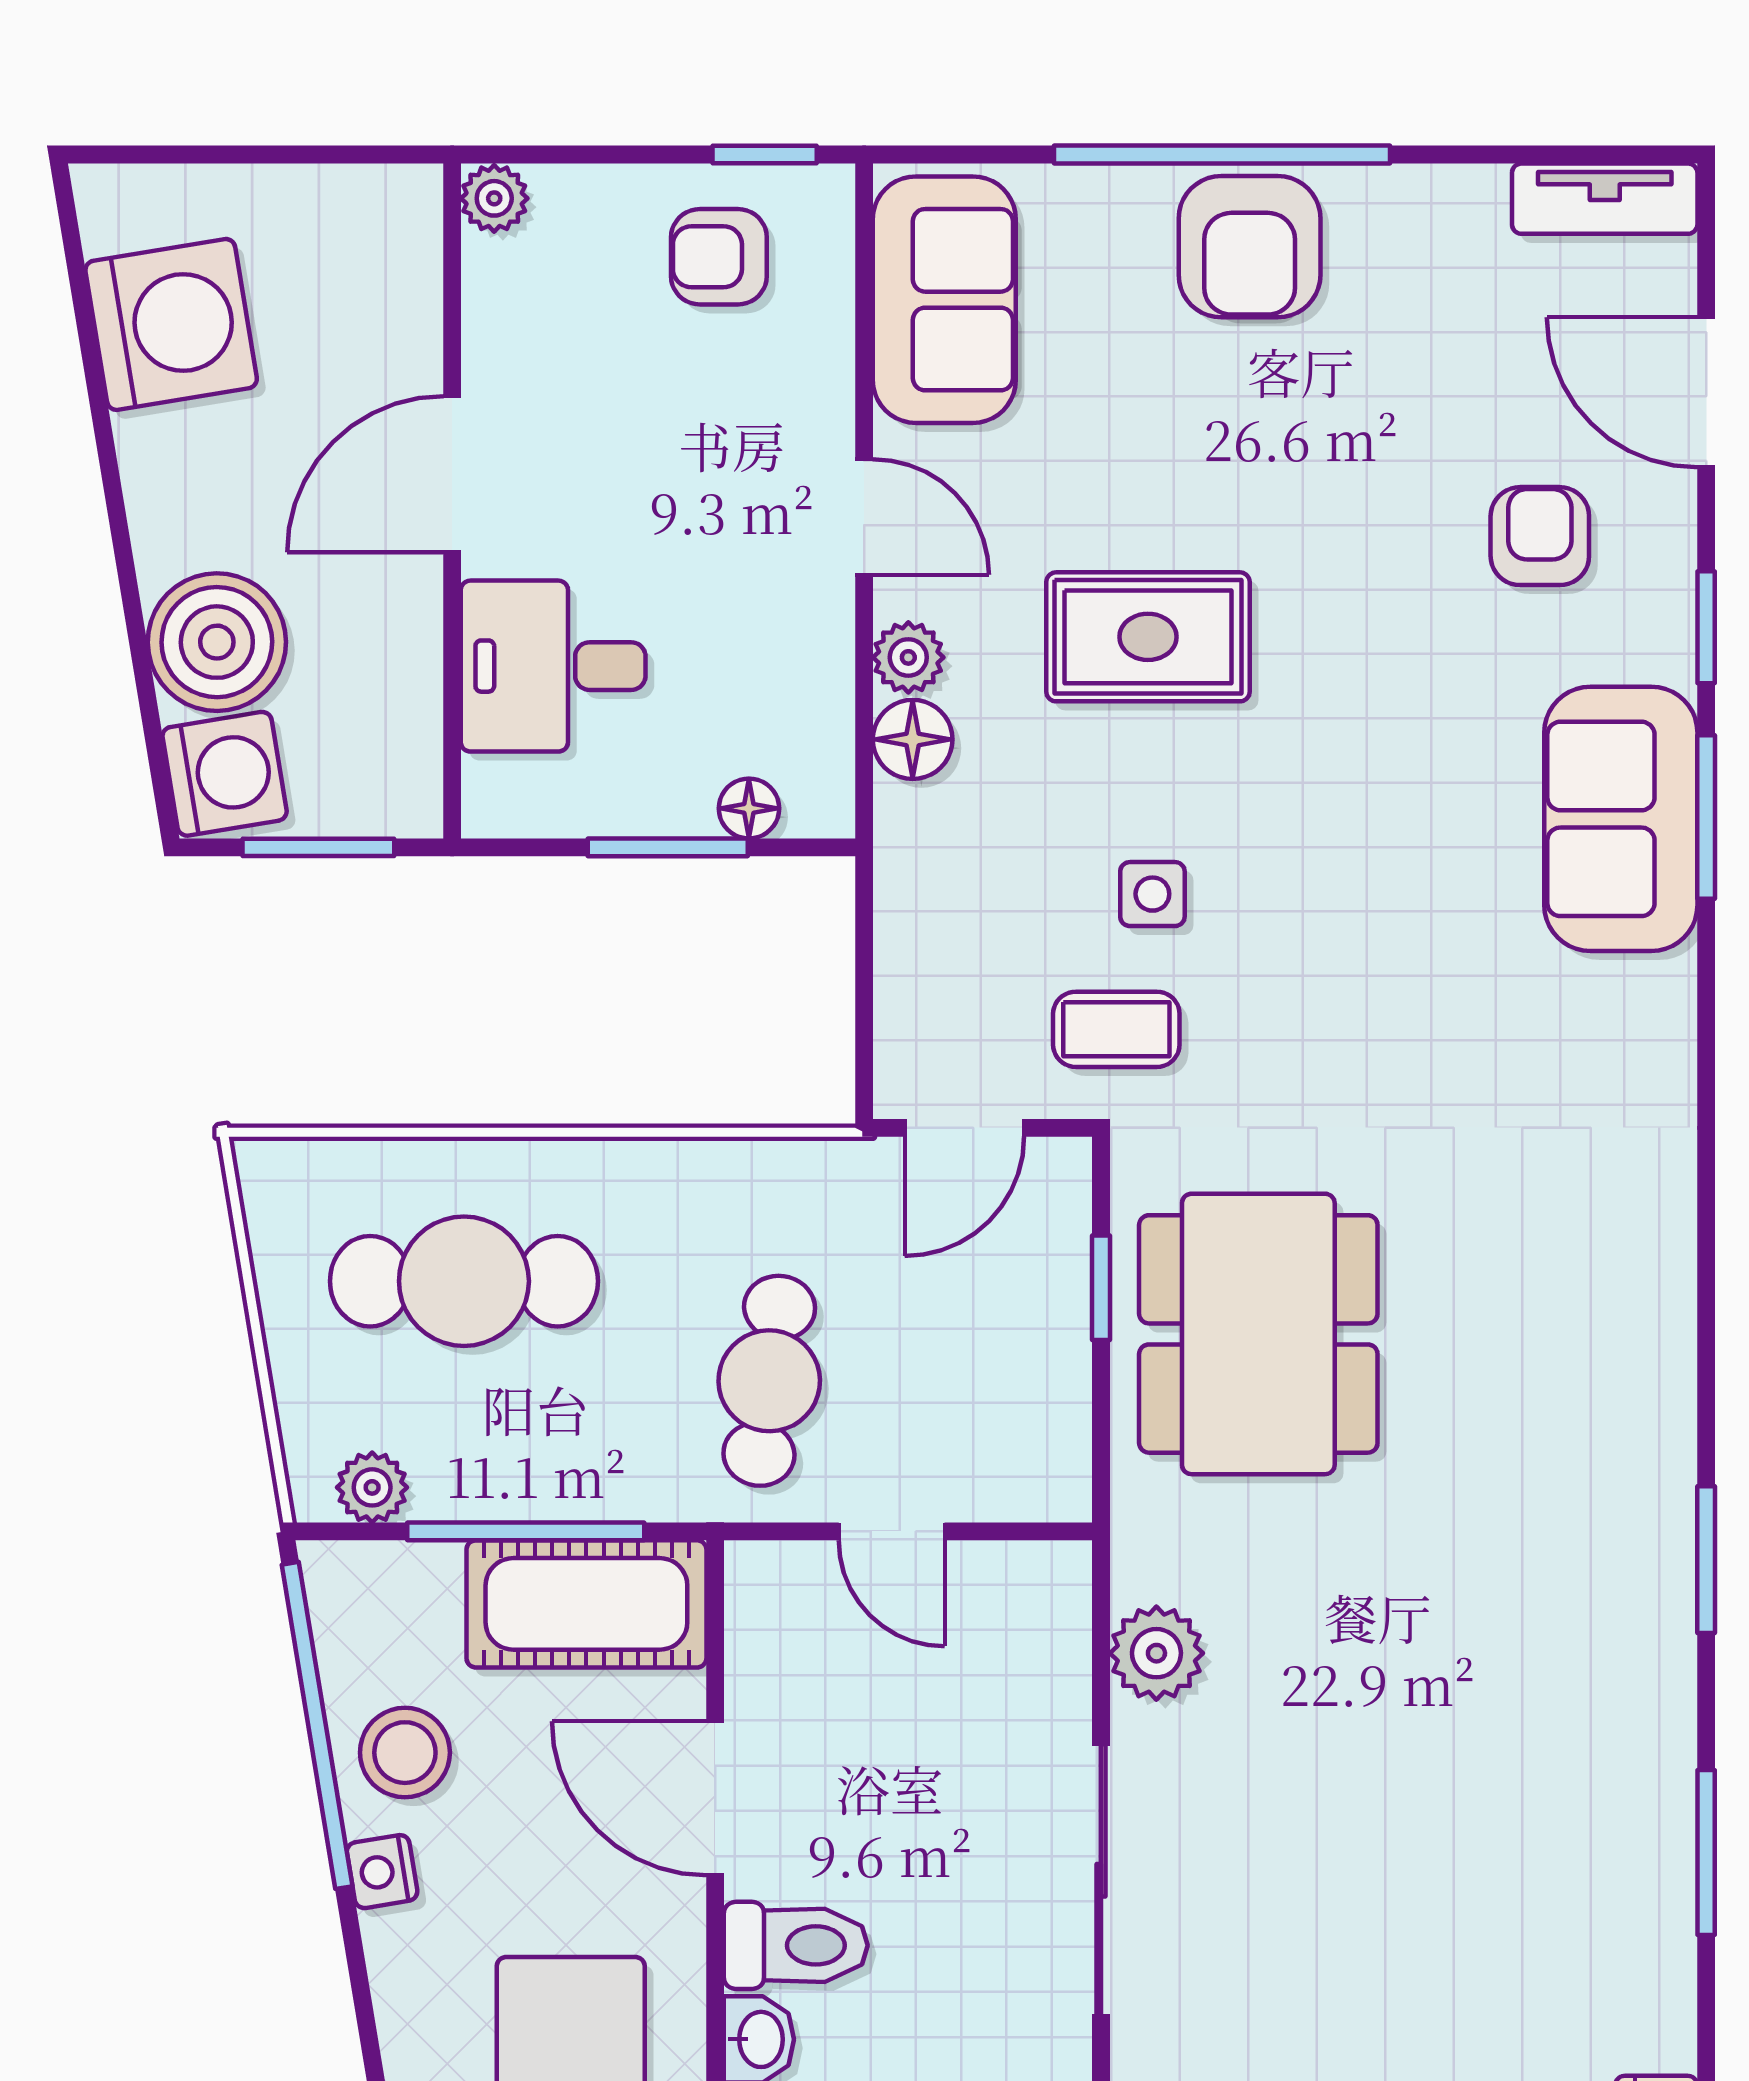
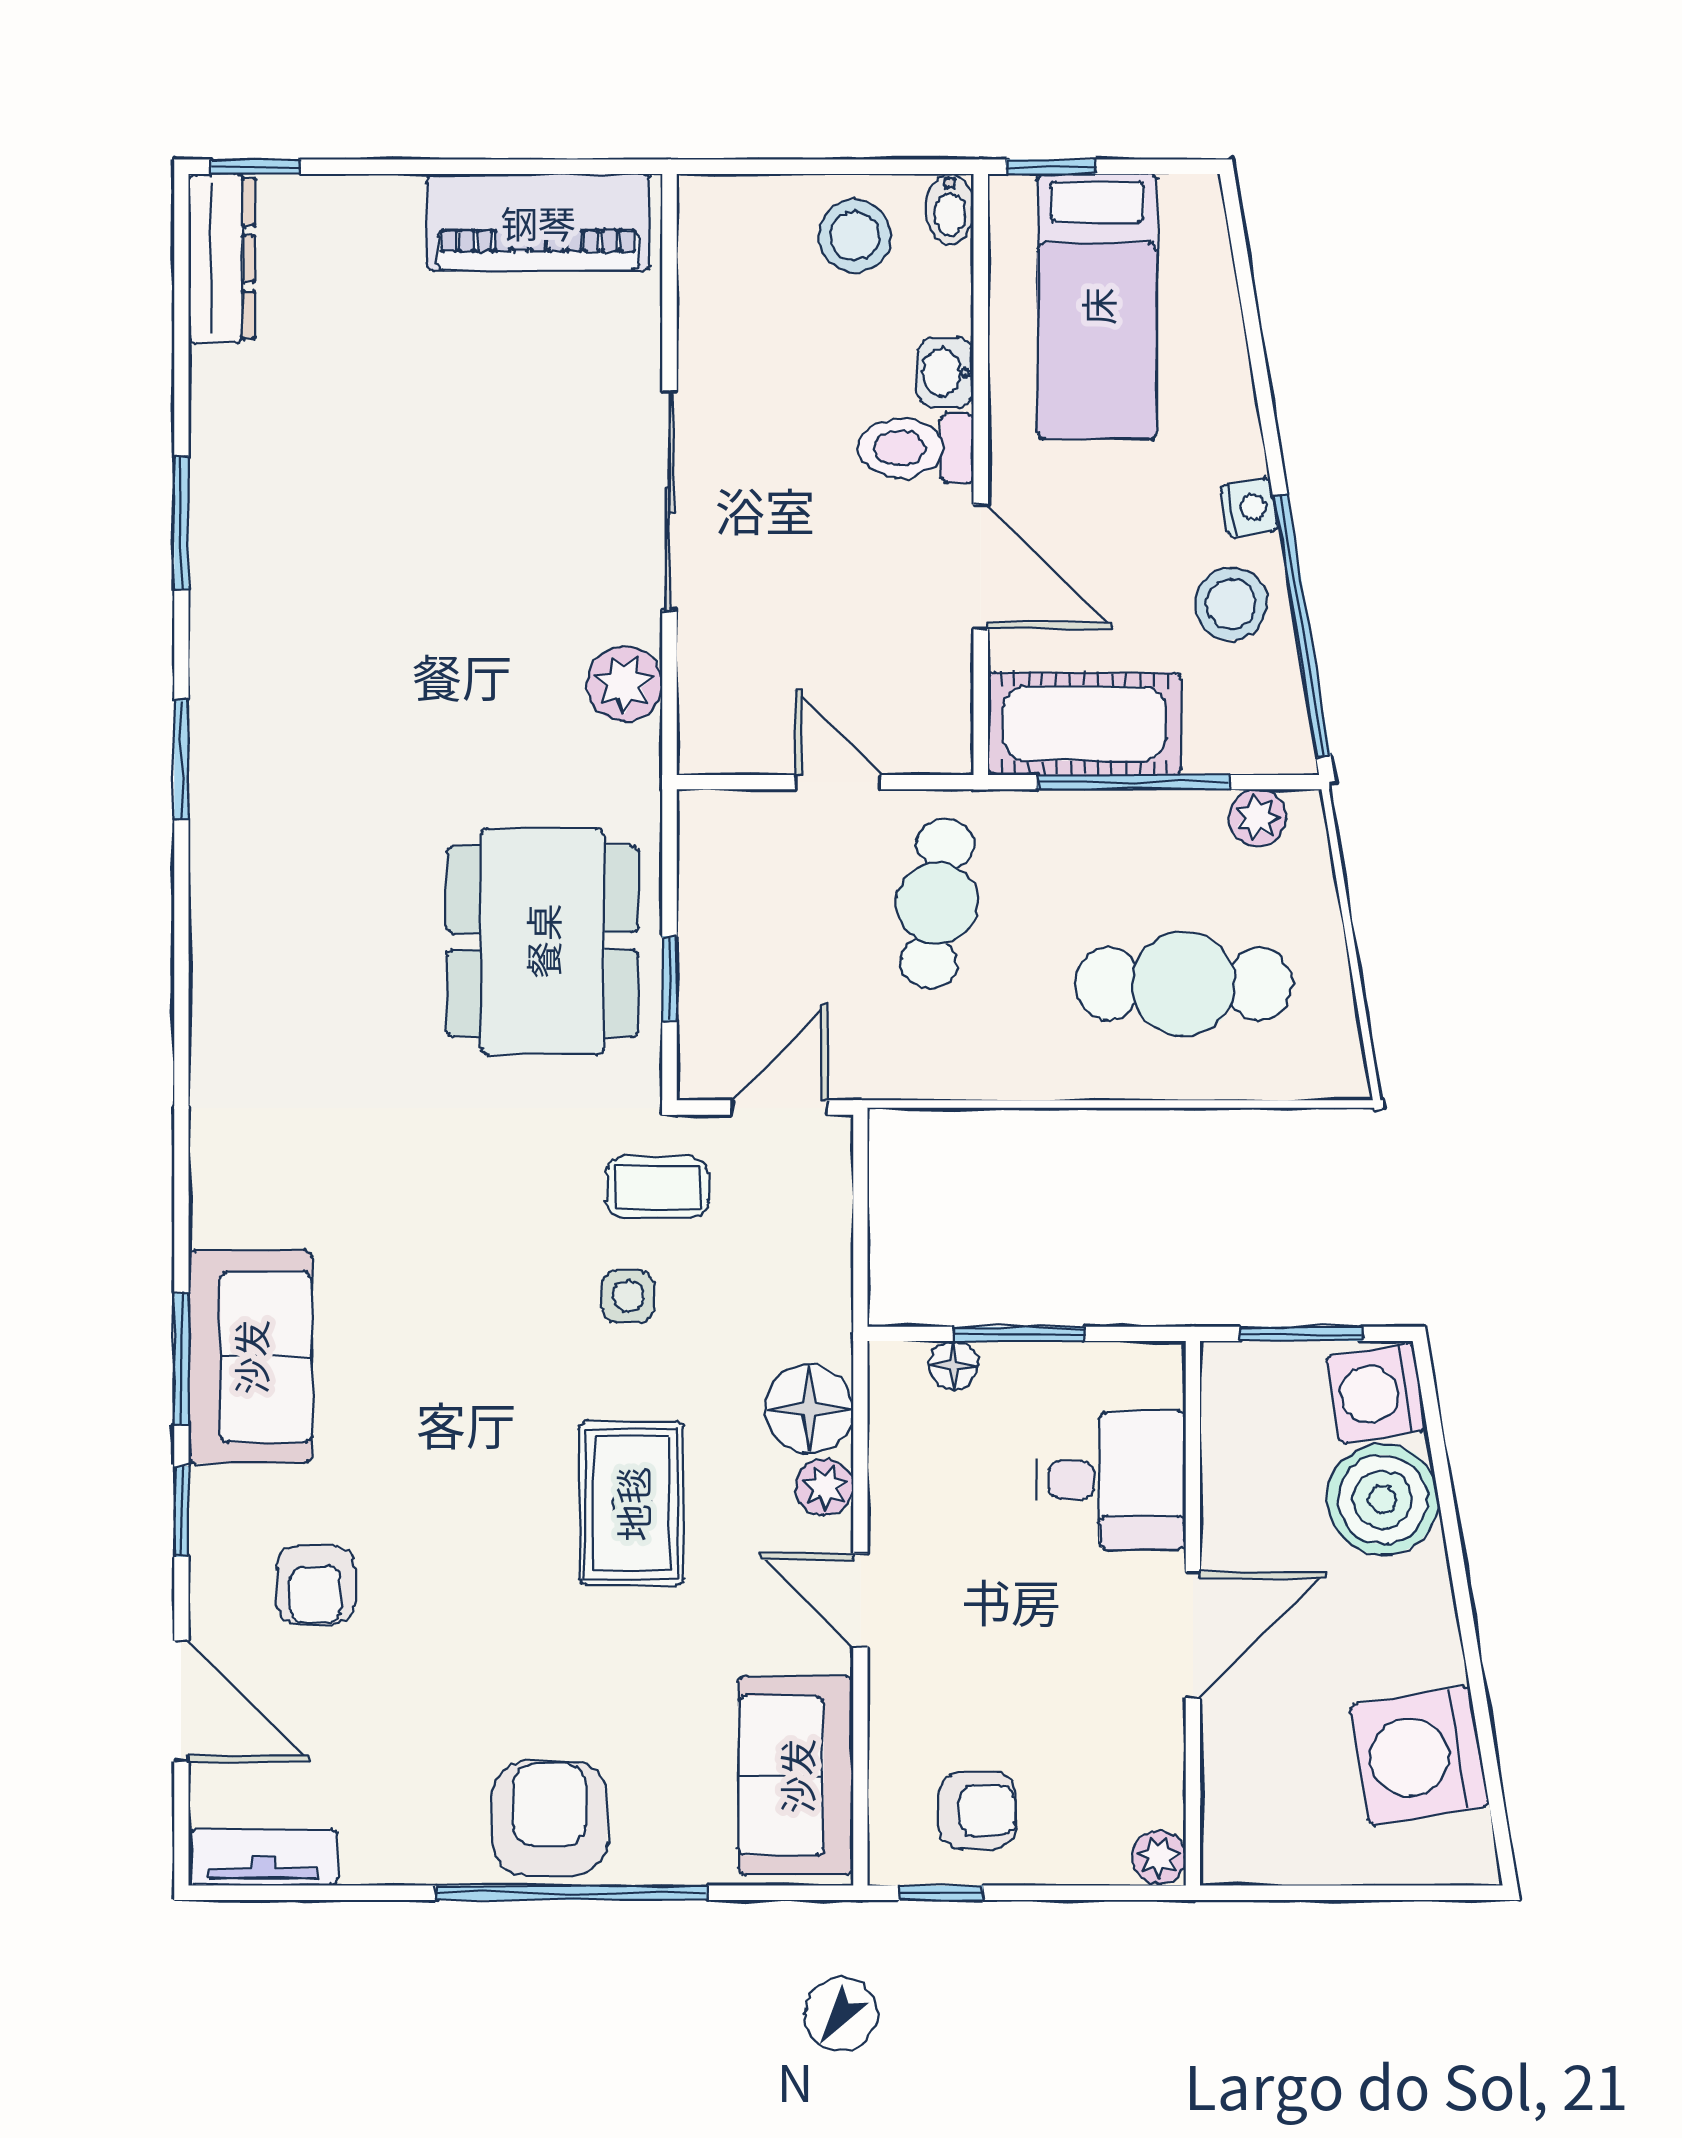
rug: (1148, 637) -> (632, 1504), turned 90
floor lamp: (913, 739) -> (809, 1409), width x1.38, depth x1.38

